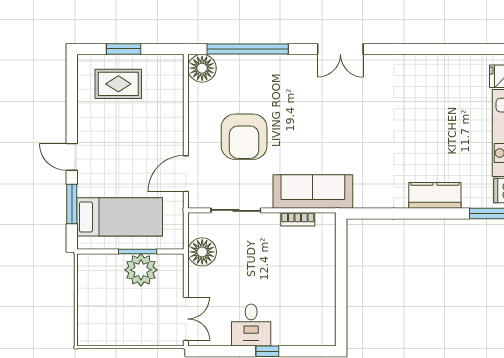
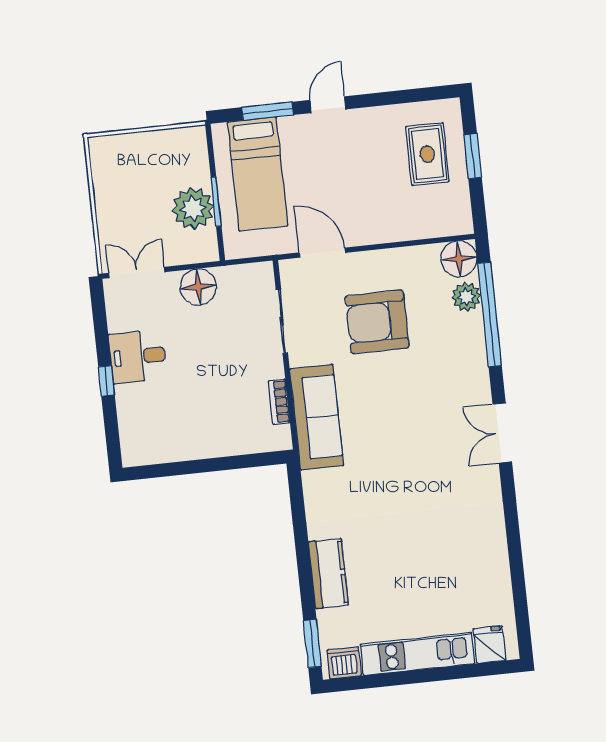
plant: (232, 66) -> (466, 297), added
floor lamp: (202, 252) -> (198, 287), moved
double door: (186, 319) -> (137, 272), swing flipped

